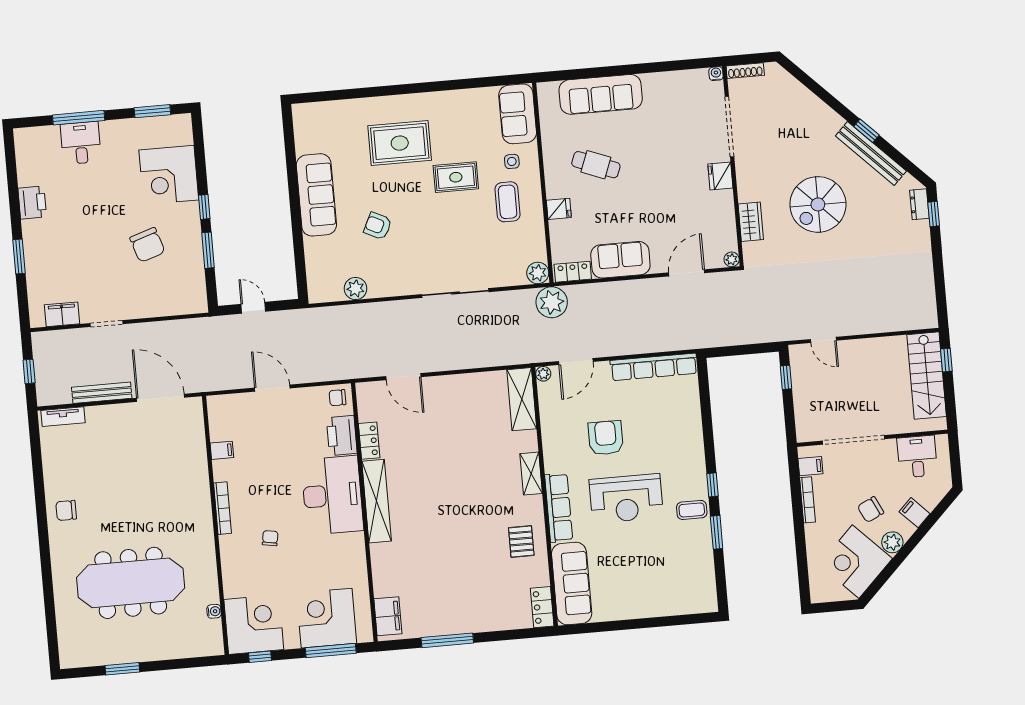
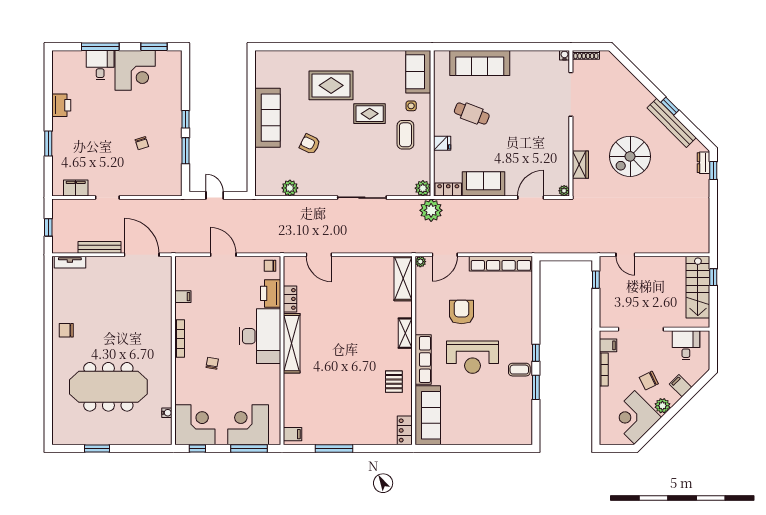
corner desk: (169, 175) -> (135, 70), moved, turned -90
fridge: (720, 176) -> (561, 130), removed
chair: (147, 245) -> (142, 143), width x0.54, depth x0.54
filing cabinet: (388, 616) -> (293, 434), width x0.50

